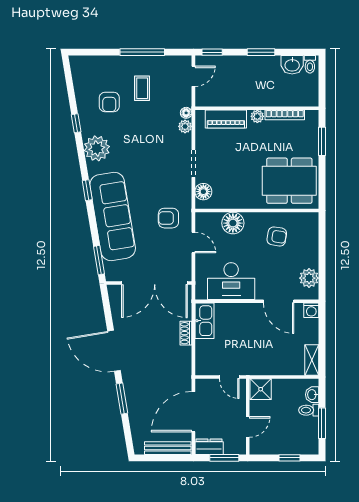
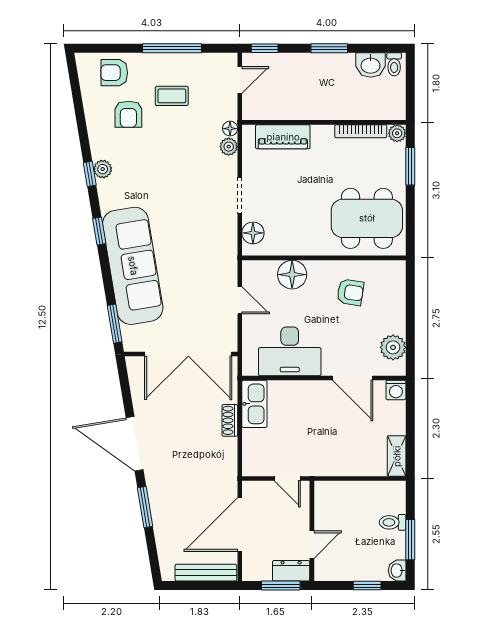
coffee table: (142, 88) -> (172, 96), turned 90
plant: (257, 116) -> (397, 133), moved
window: (76, 123) -> (90, 174), moved
plant: (97, 148) -> (103, 169), width x0.53, depth x0.53
armchair: (168, 218) -> (114, 73), moved
shower: (261, 389) -> (329, 495), removed
washbasin: (312, 395) -> (397, 571), moved
dresser: (209, 447) -> (291, 571), moved

